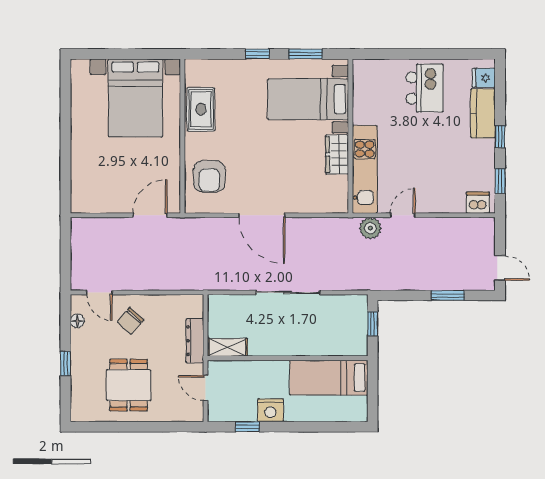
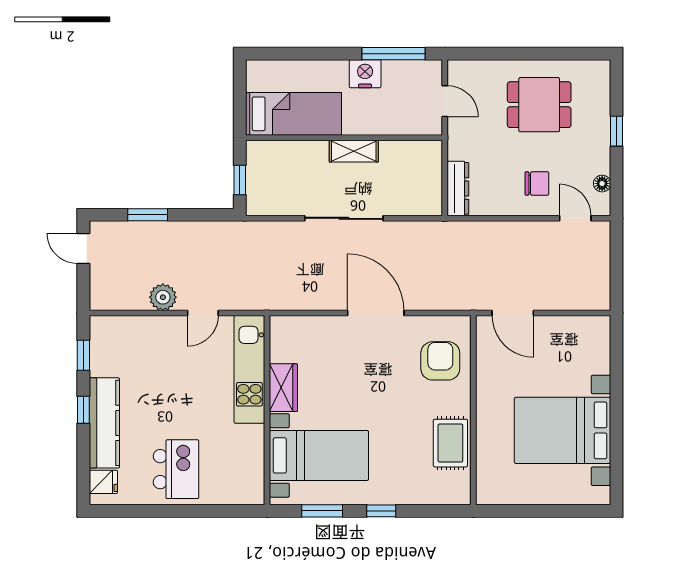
kitchen island: (425, 88) -> (176, 469), turned 180
bed with nightstands: (135, 98) -> (563, 430), moved, turned -90
kitchen counter: (483, 113) -> (104, 423), width x1.50
dishwasher: (478, 203) -> (111, 329), removed
door: (150, 215) -> (513, 313), hinge flipped
plant: (370, 228) -> (163, 297), moved
chair: (130, 321) -> (537, 184), turned 49
dresser: (195, 341) -> (458, 188), moved
shelving: (227, 347) -> (354, 151), moved
dining table: (129, 385) -> (539, 105), turned 90
window: (247, 427) -> (393, 54), width x2.17

